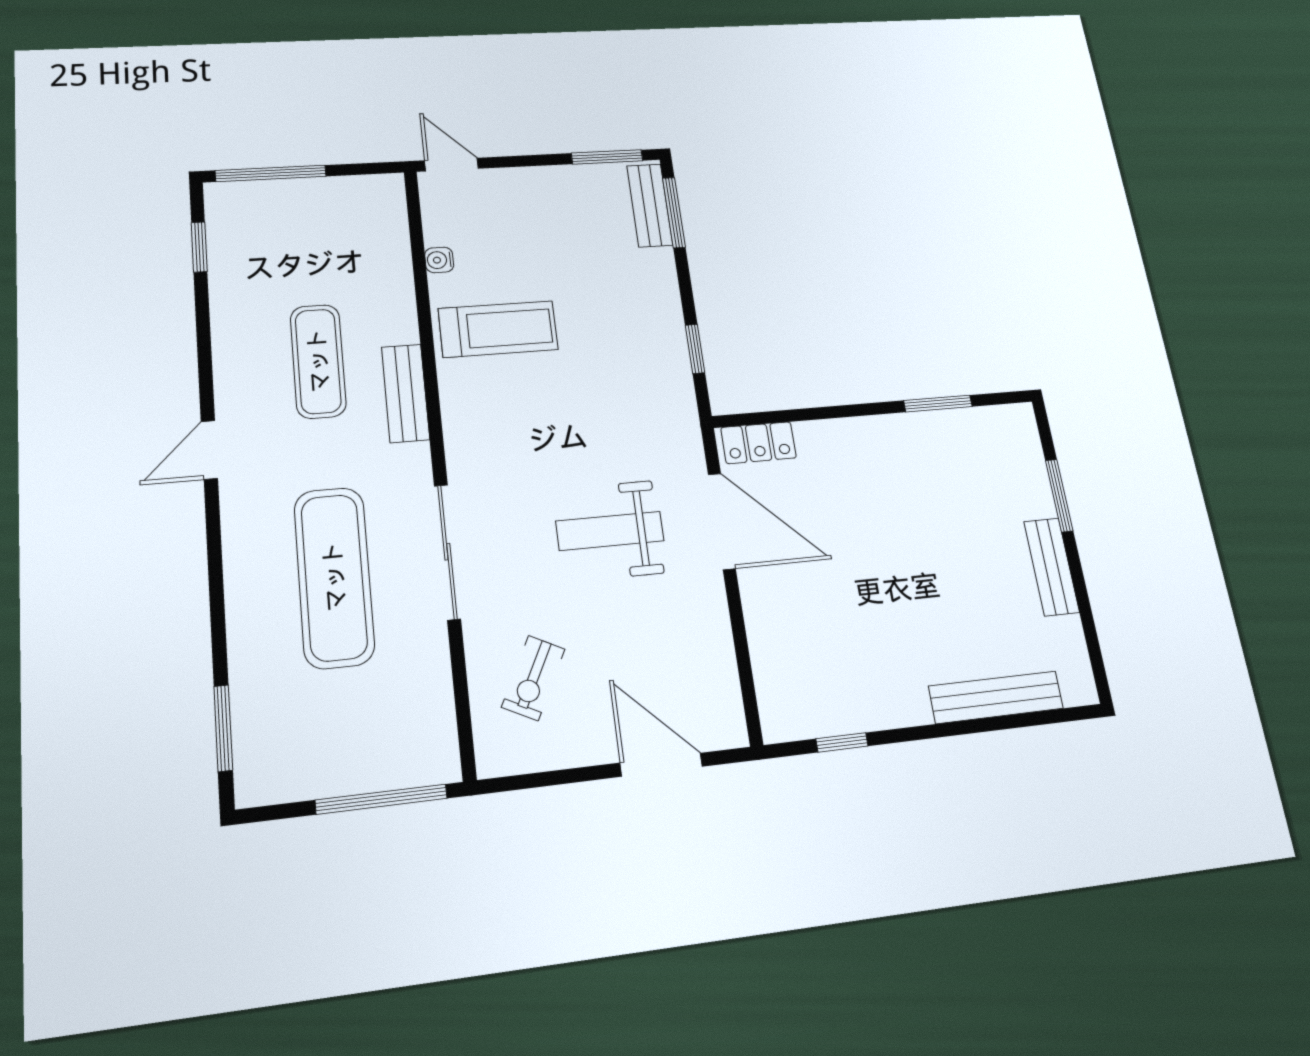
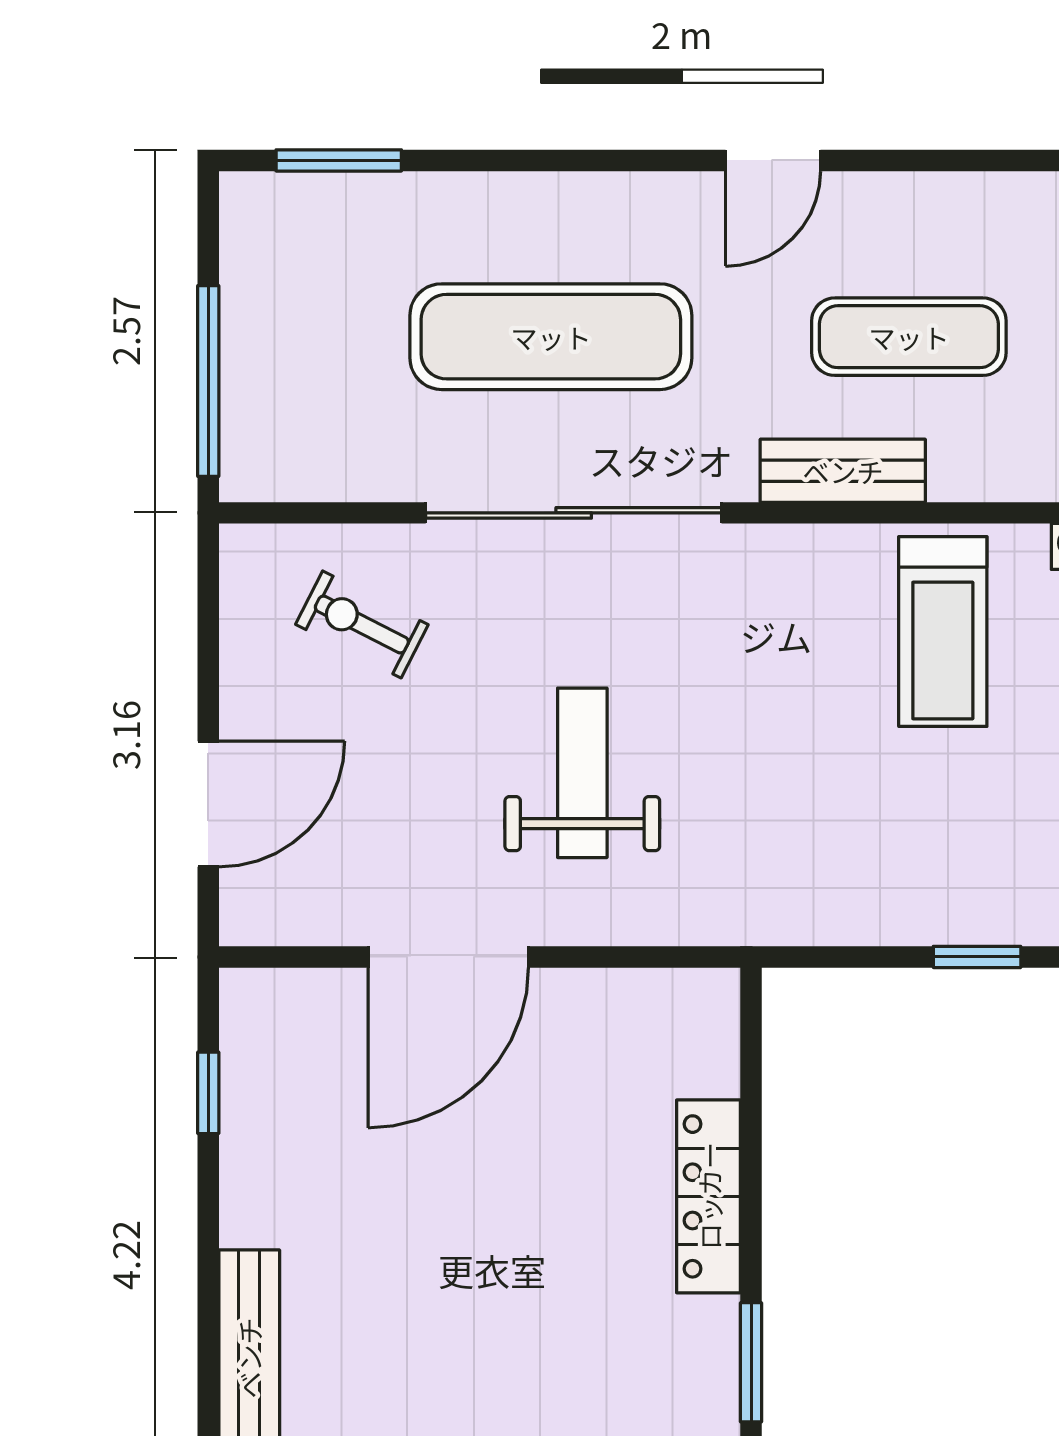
window: (695, 349) -> (977, 957), moved
locker: (759, 443) -> (709, 1196), moved, width x1.53
door: (209, 450) -> (773, 160), swing flipped
door: (722, 521) -> (448, 957), moved
sliding door: (447, 552) -> (574, 513), width x1.36

